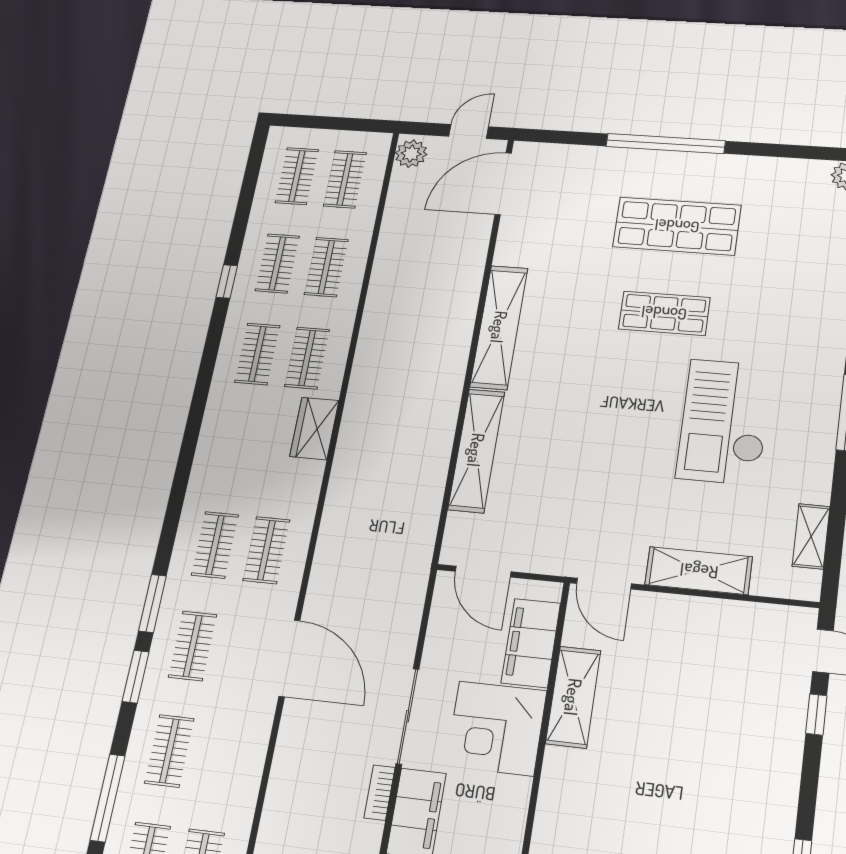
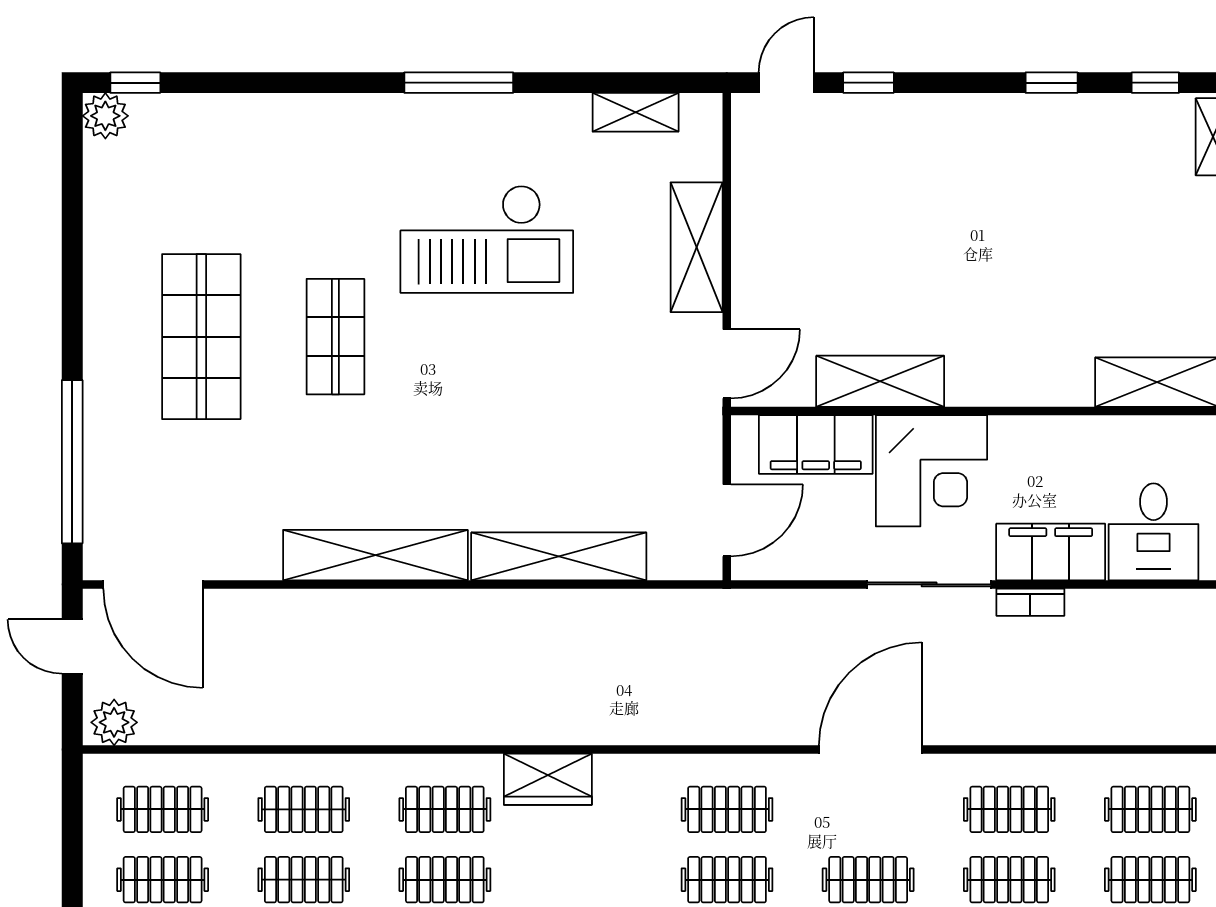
window: (665, 144) -> (72, 462), moved
clothes rail: (223, 757) -> (1009, 809), added

